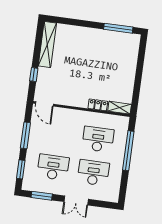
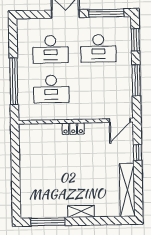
door: (44, 104) -> (120, 120), swing flipped
locker: (98, 105) -> (73, 129), moved
shelving: (120, 108) -> (81, 211), moved
window: (42, 196) -> (106, 13), width x1.44

